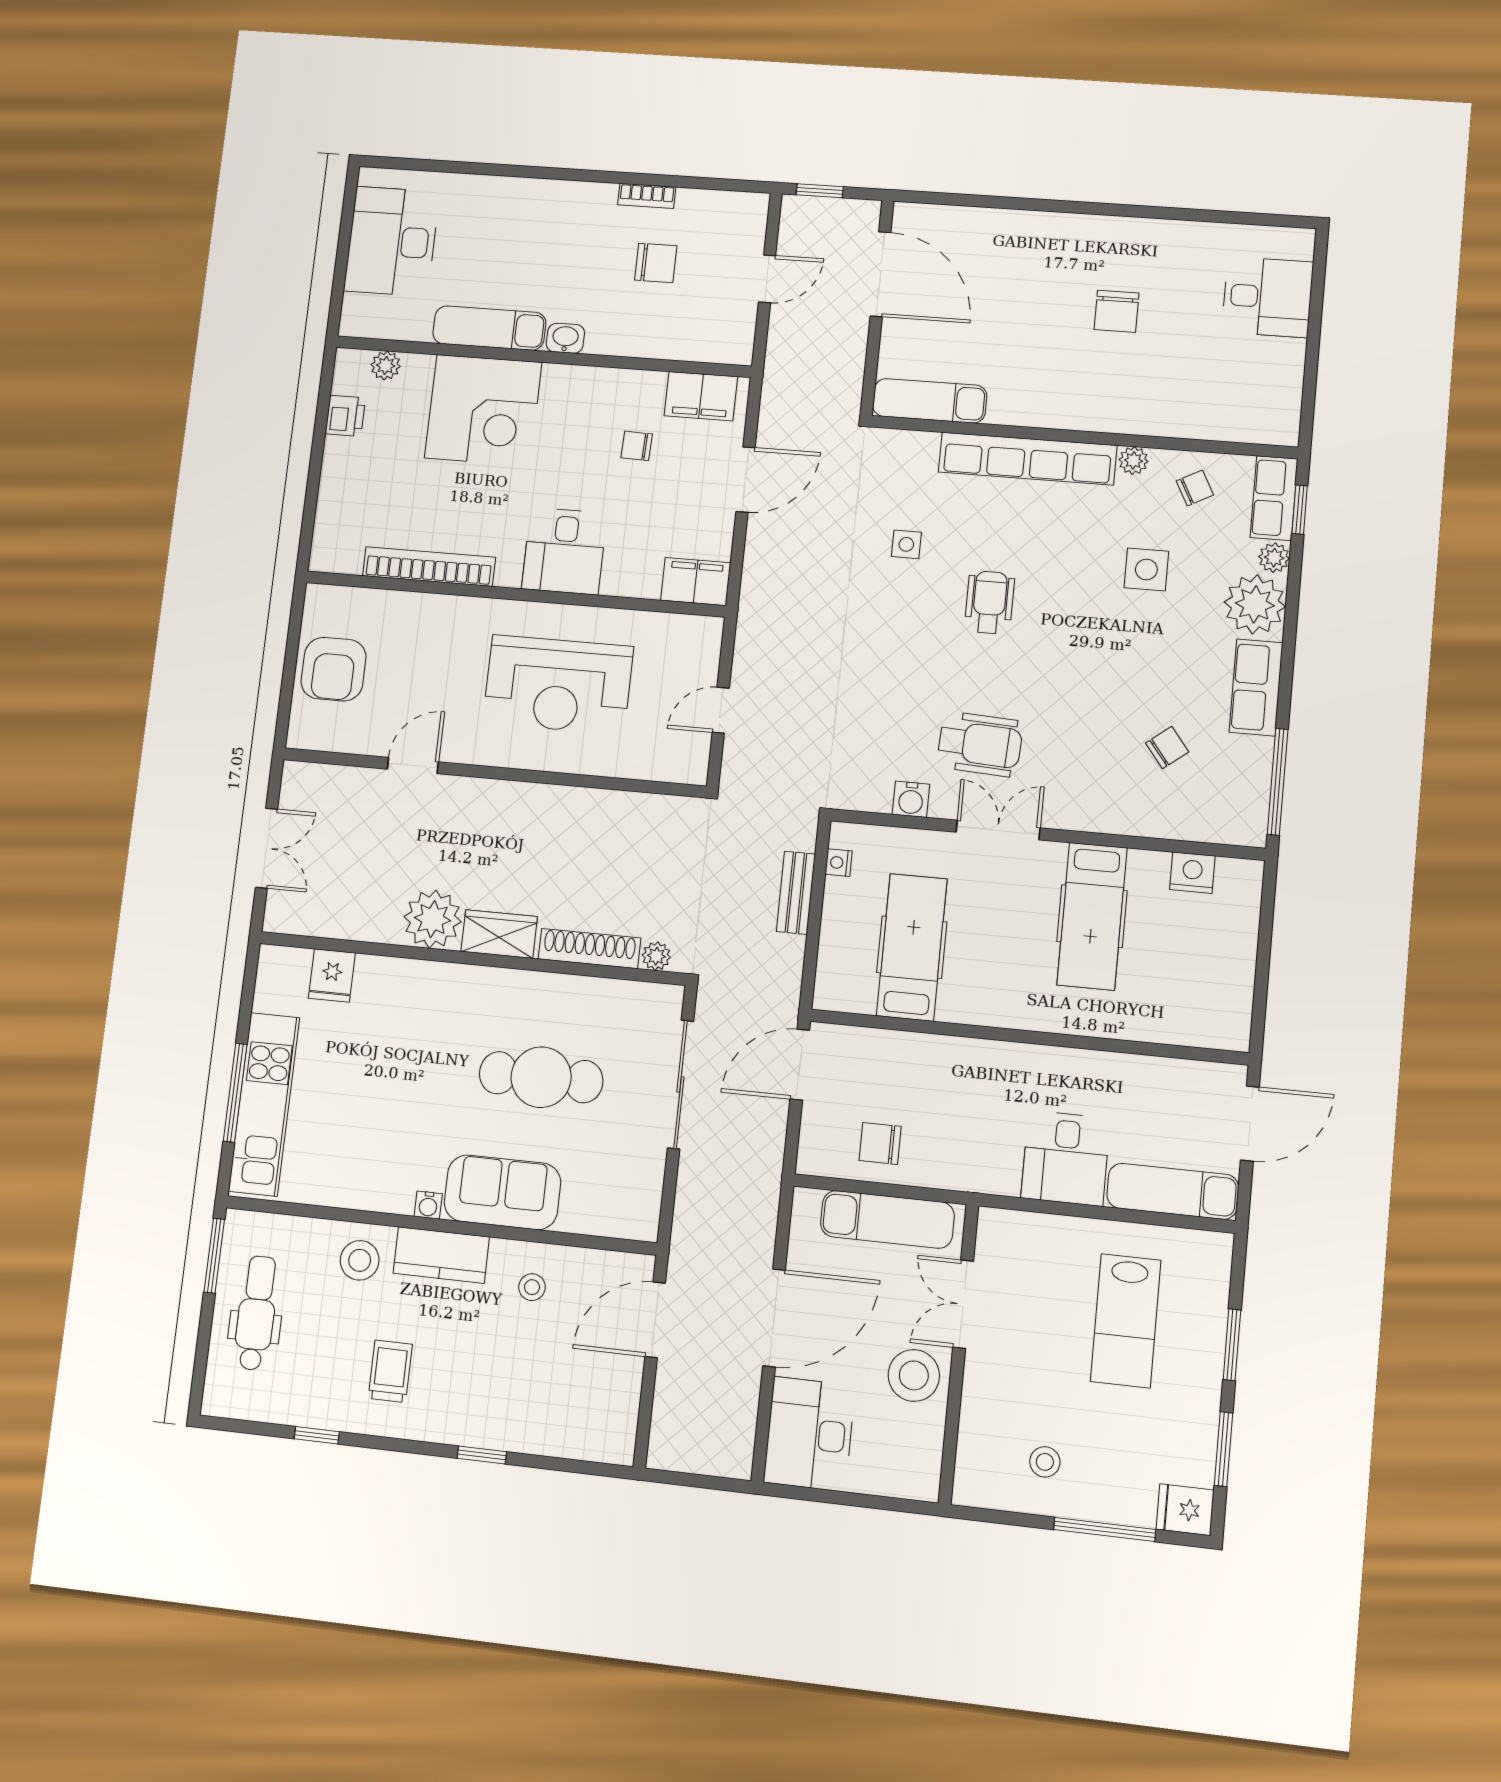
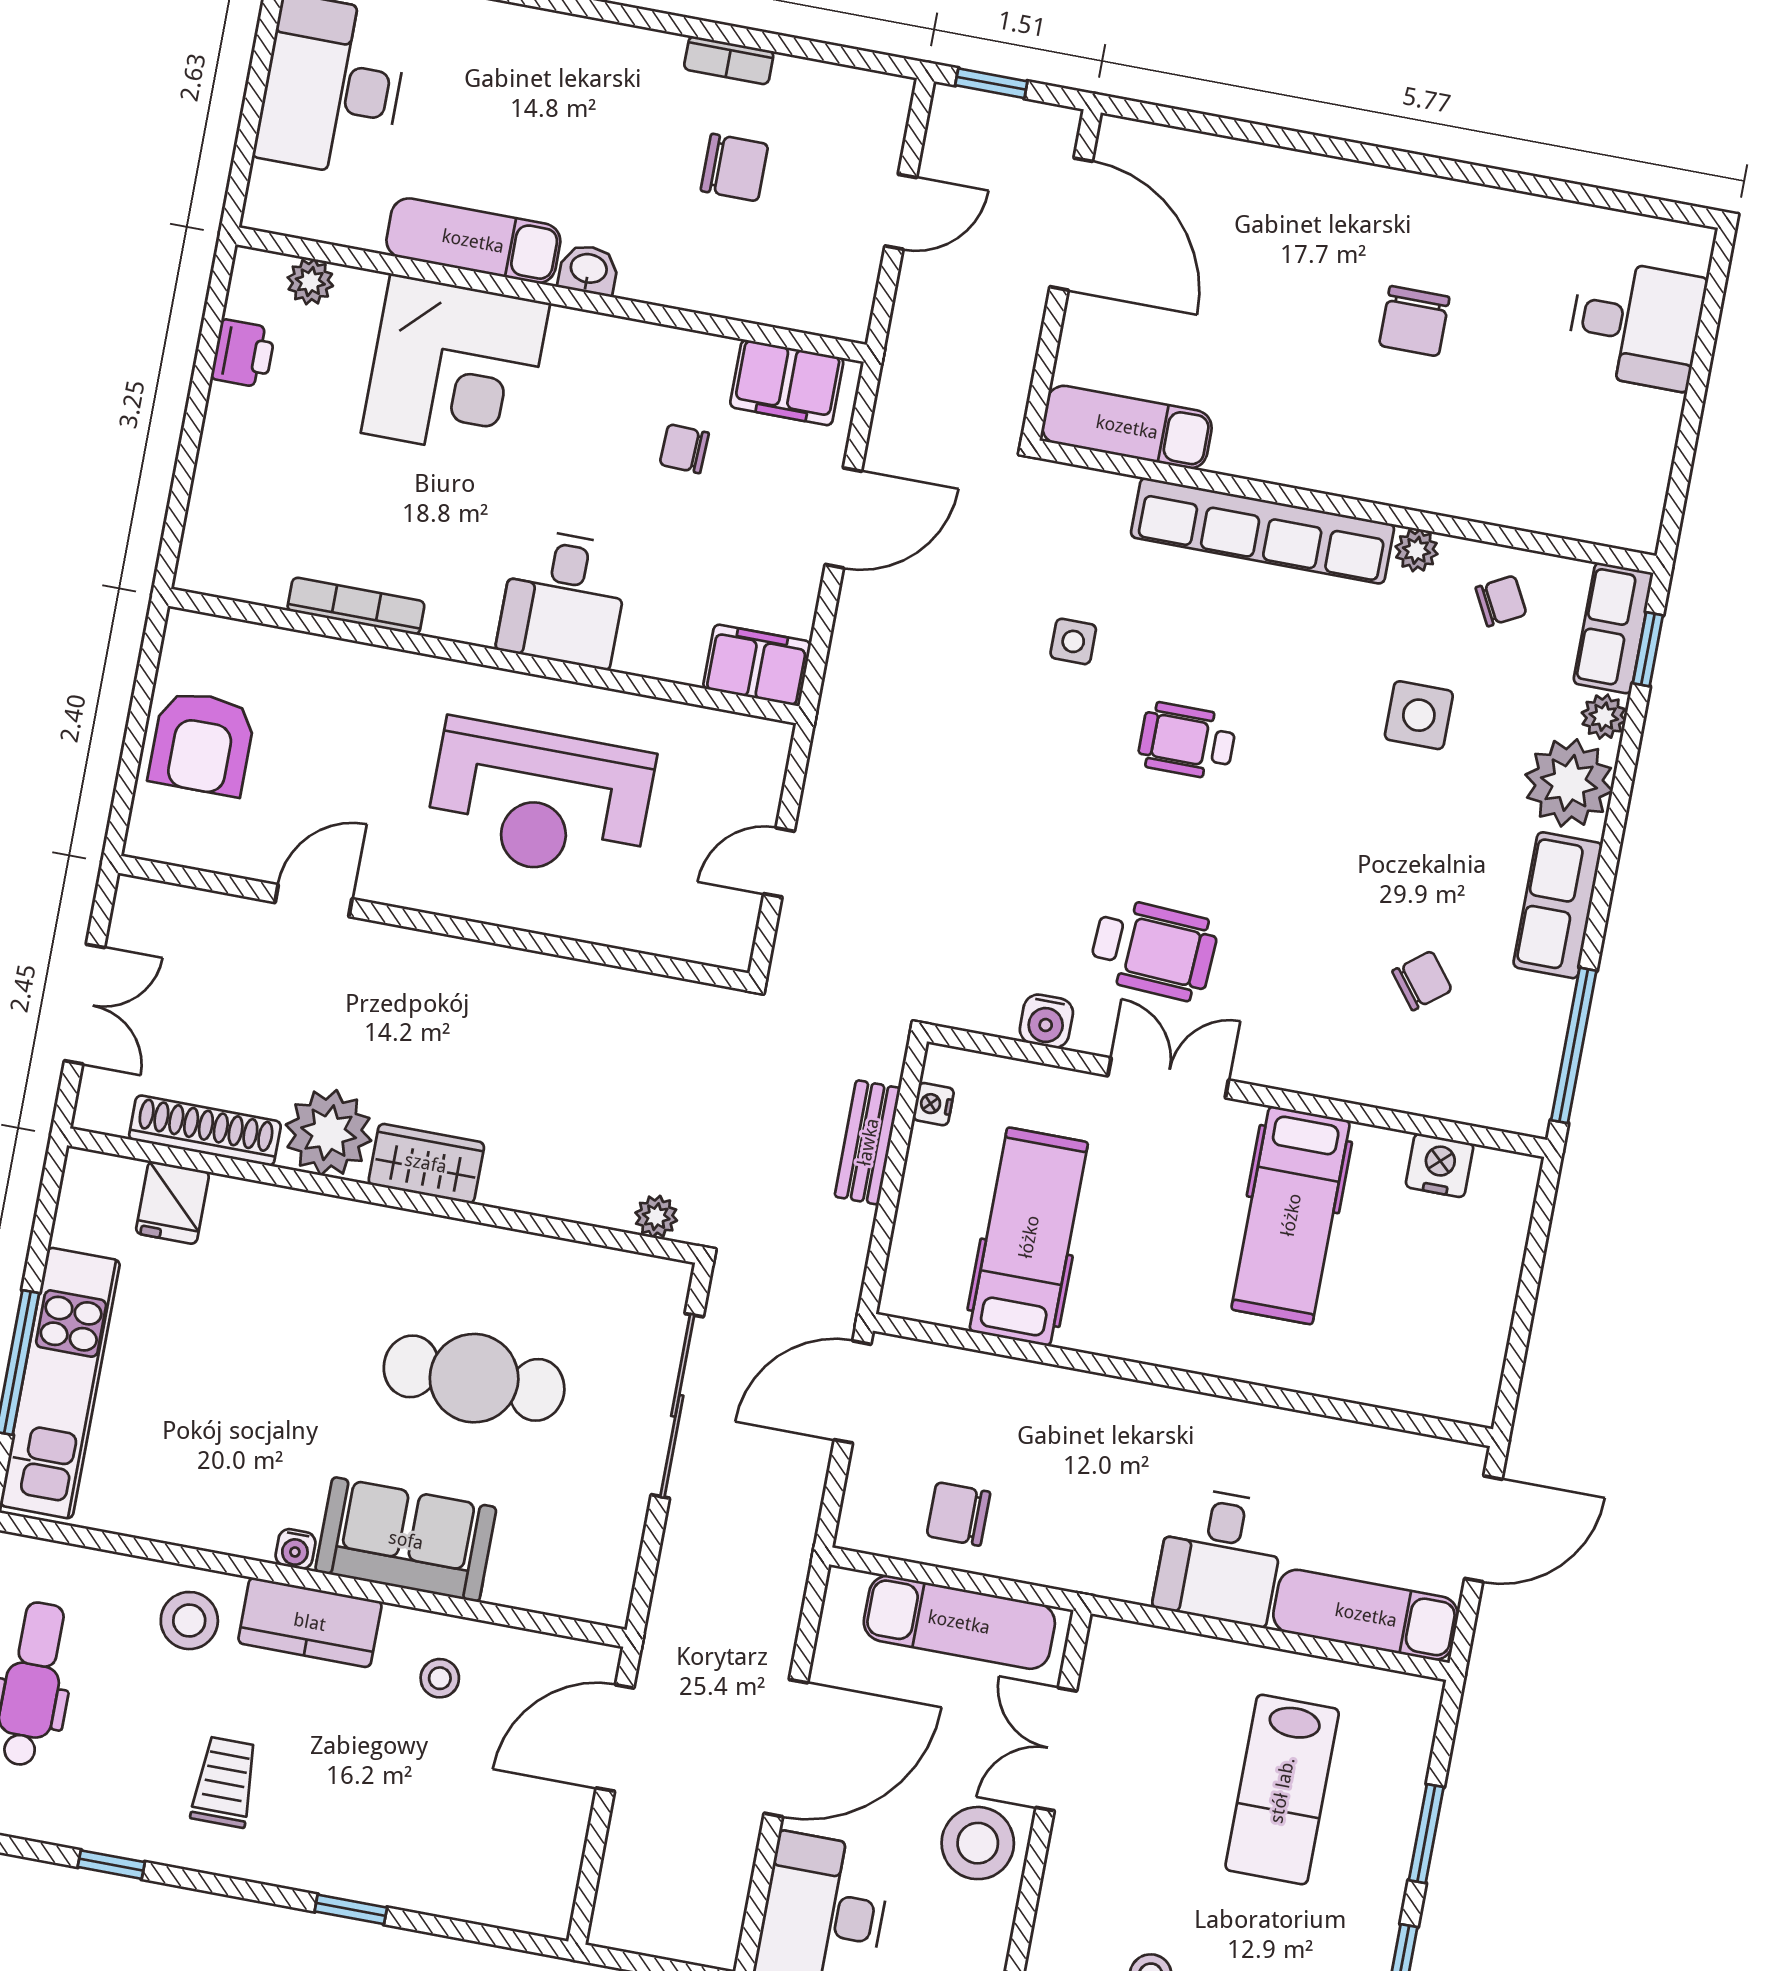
bookcase: (429, 567) -> (356, 606), width x0.68, depth x0.76
wheelchair: (990, 602) -> (1187, 741), turned -90
shoe rack: (589, 949) -> (205, 1131), moved

